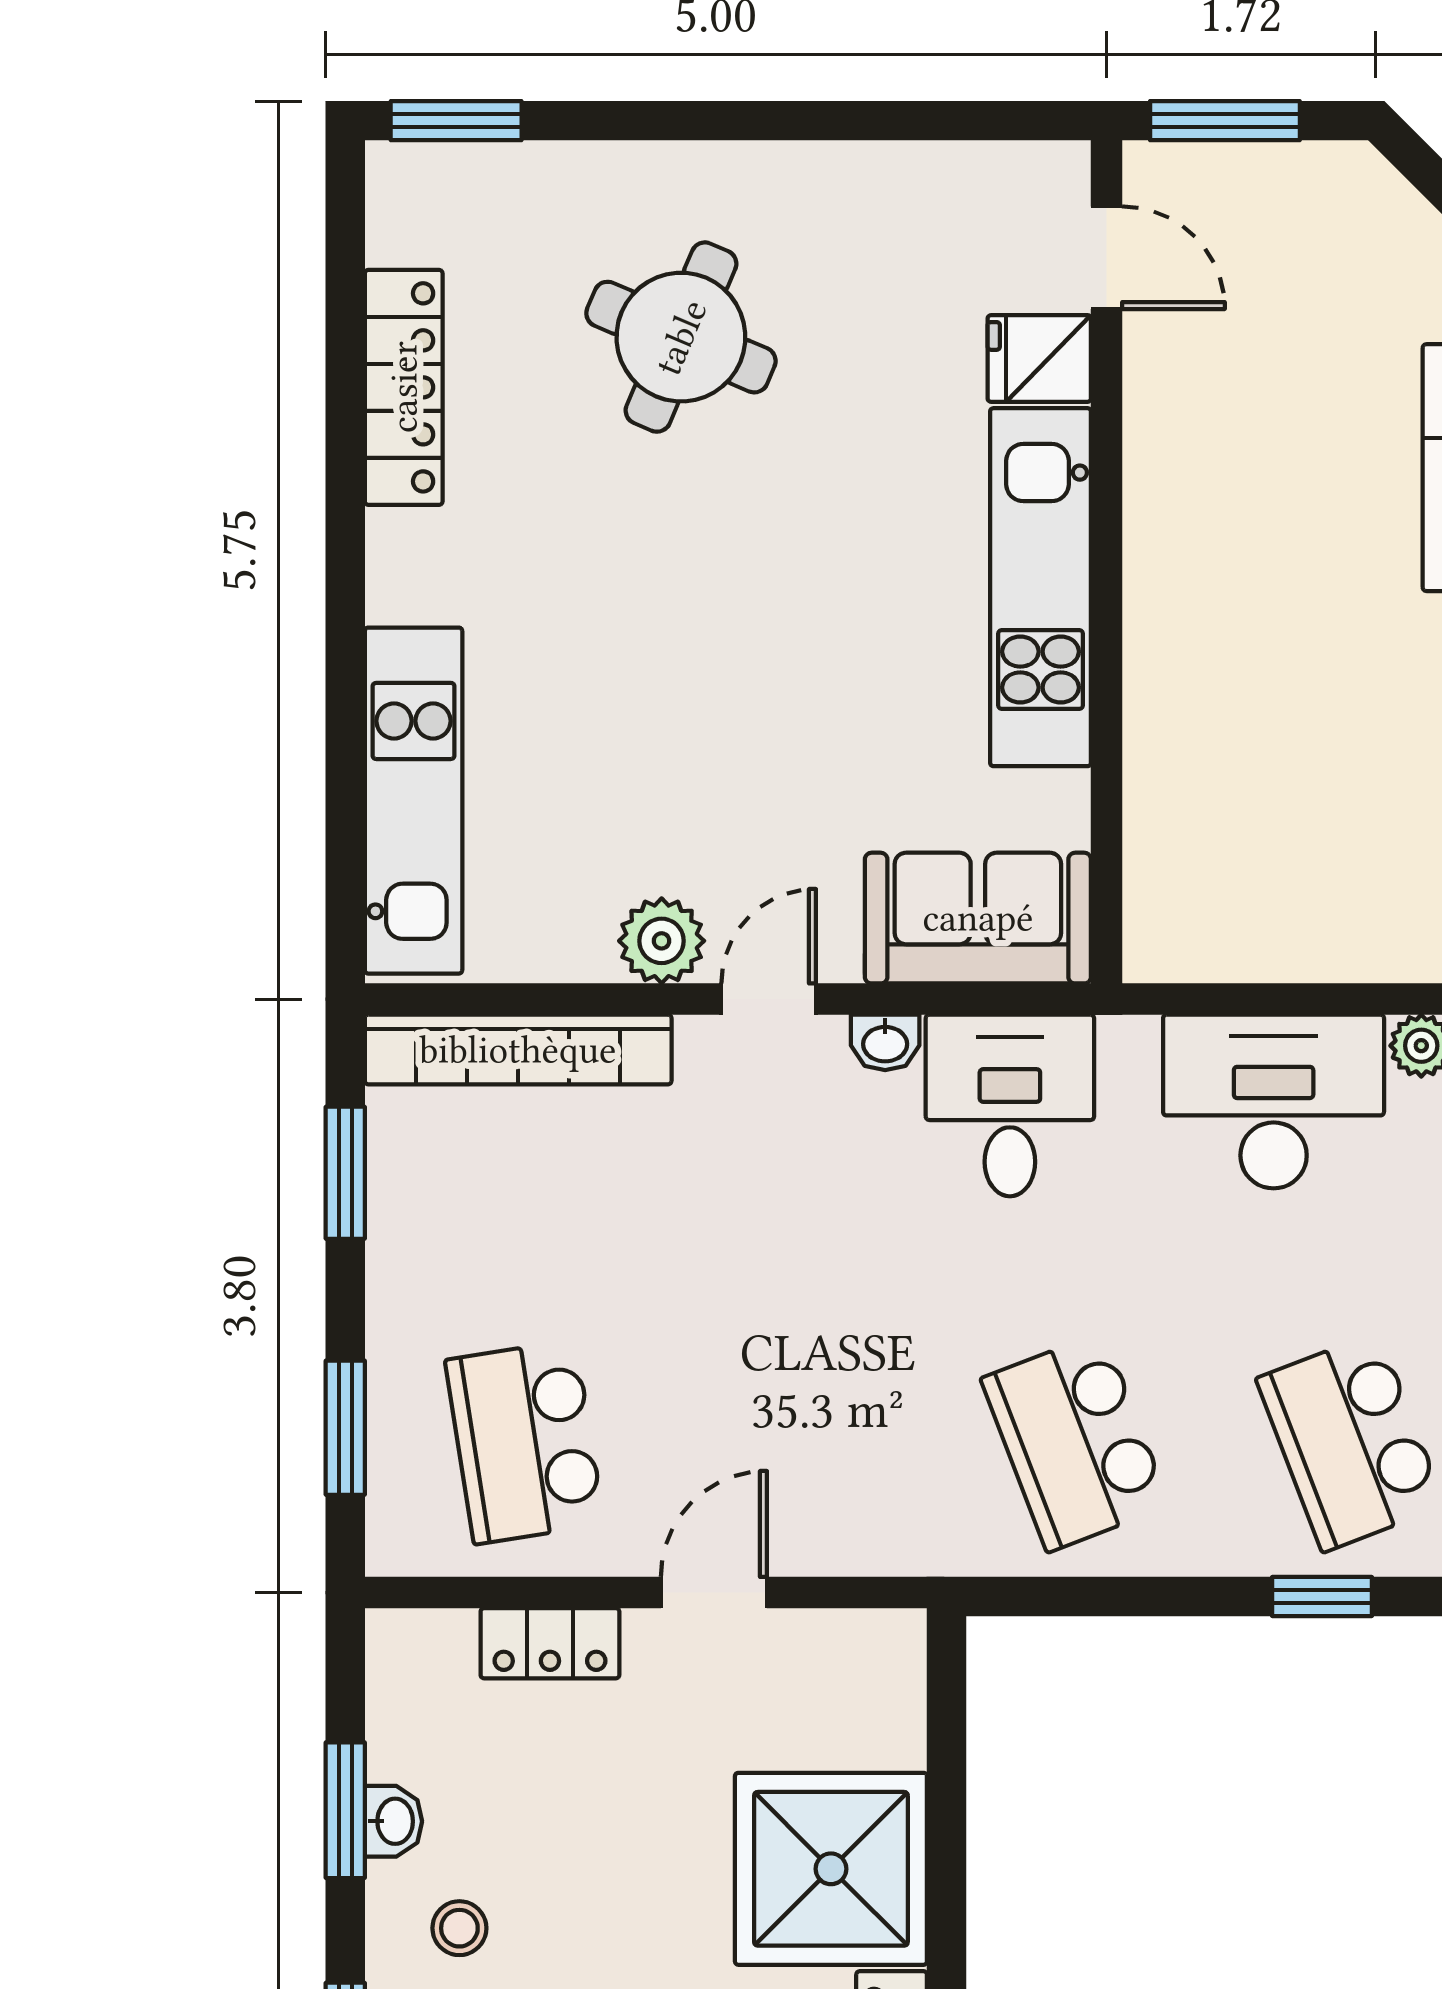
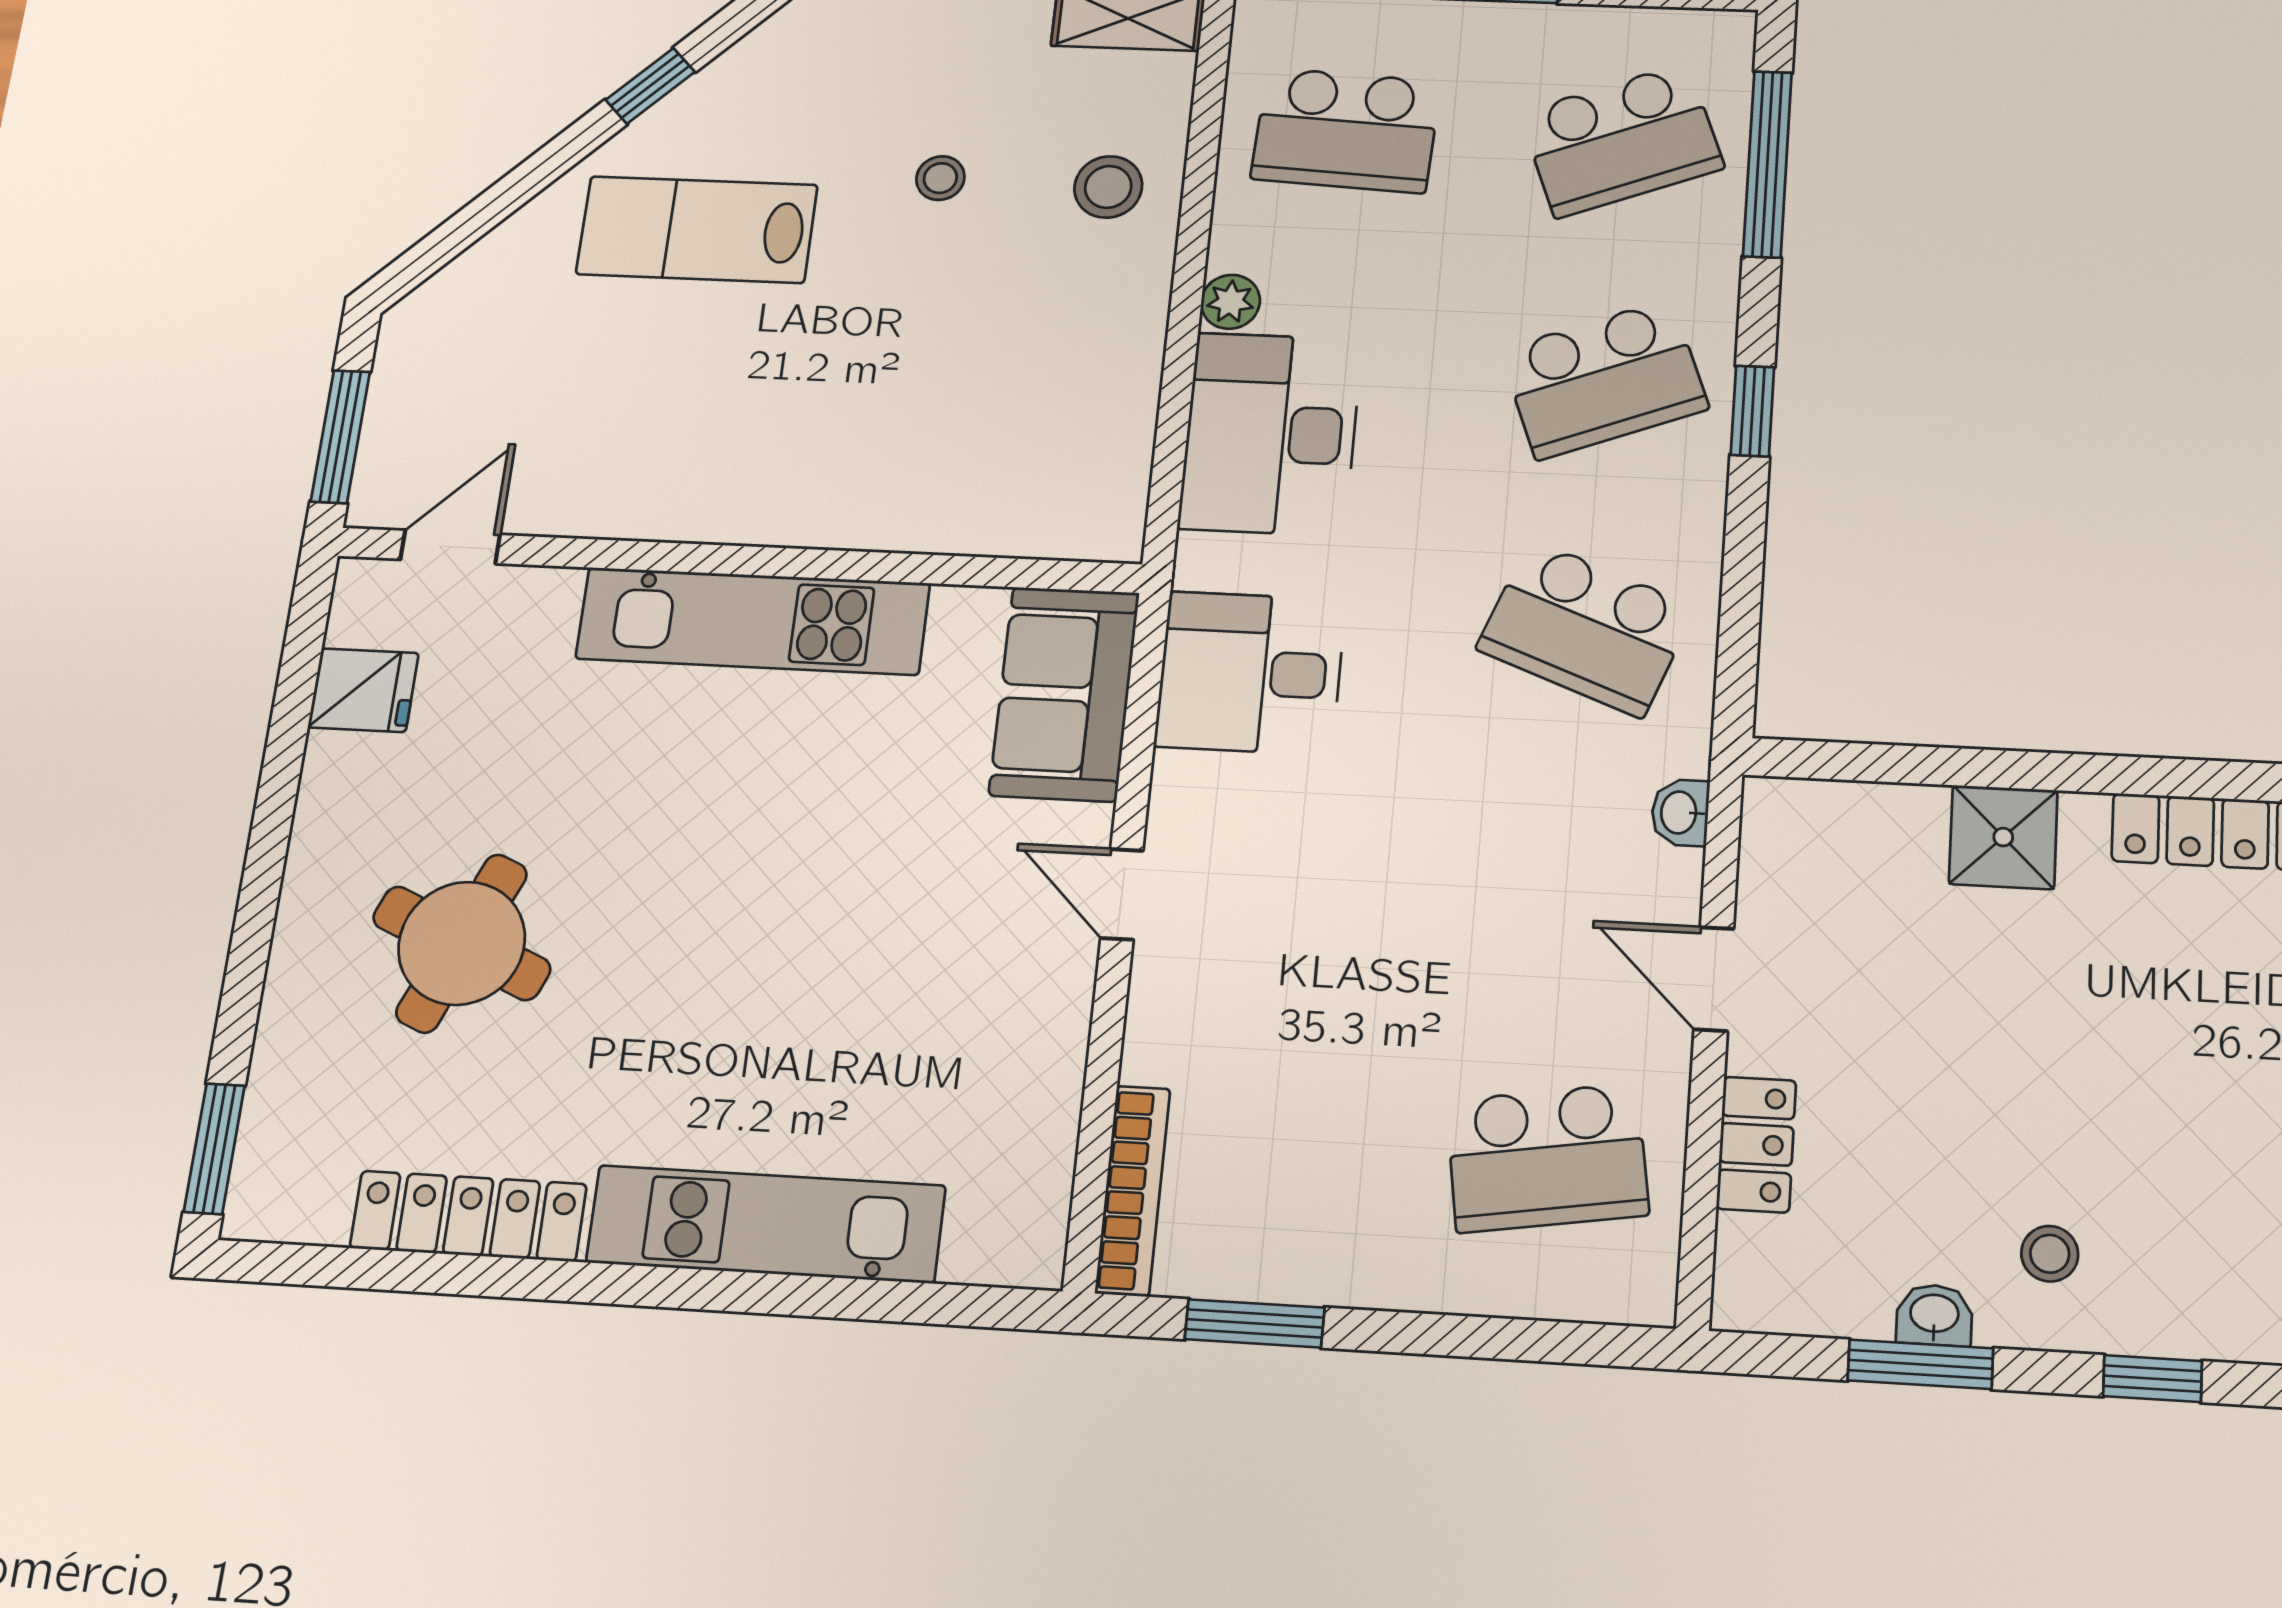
fridge: (1039, 358) -> (363, 690), moved, turned -90
kitchen unit: (414, 801) -> (766, 1224), moved
plant: (662, 941) -> (1053, 994), removed
washbasin: (885, 1042) -> (1680, 813), moved, turned 180
bookcase: (518, 1050) -> (1133, 1191), width x0.68, depth x0.76
window: (345, 1428) -> (1519, 1340), removed
school desk: (1075, 1442) -> (1586, 628), turned 42
shower: (831, 1869) -> (2003, 837), width x0.54, depth x0.54

